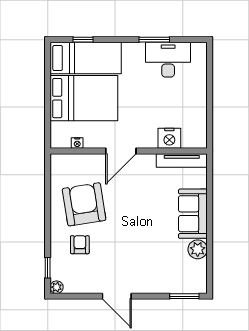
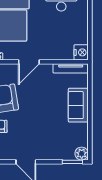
nightstand: (169, 138) -> (81, 52), moved, turned -90
plant: (198, 249) -> (82, 154), moved

